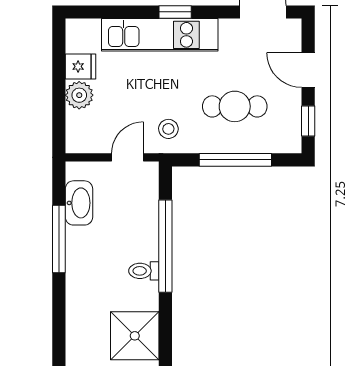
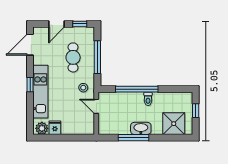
plant: (79, 95) -> (42, 128), moved
washbasin: (79, 203) -> (141, 128), moved
shower: (135, 336) -> (174, 124), moved

